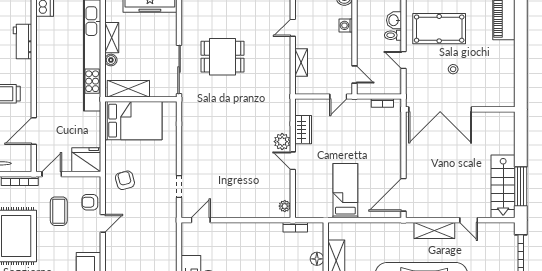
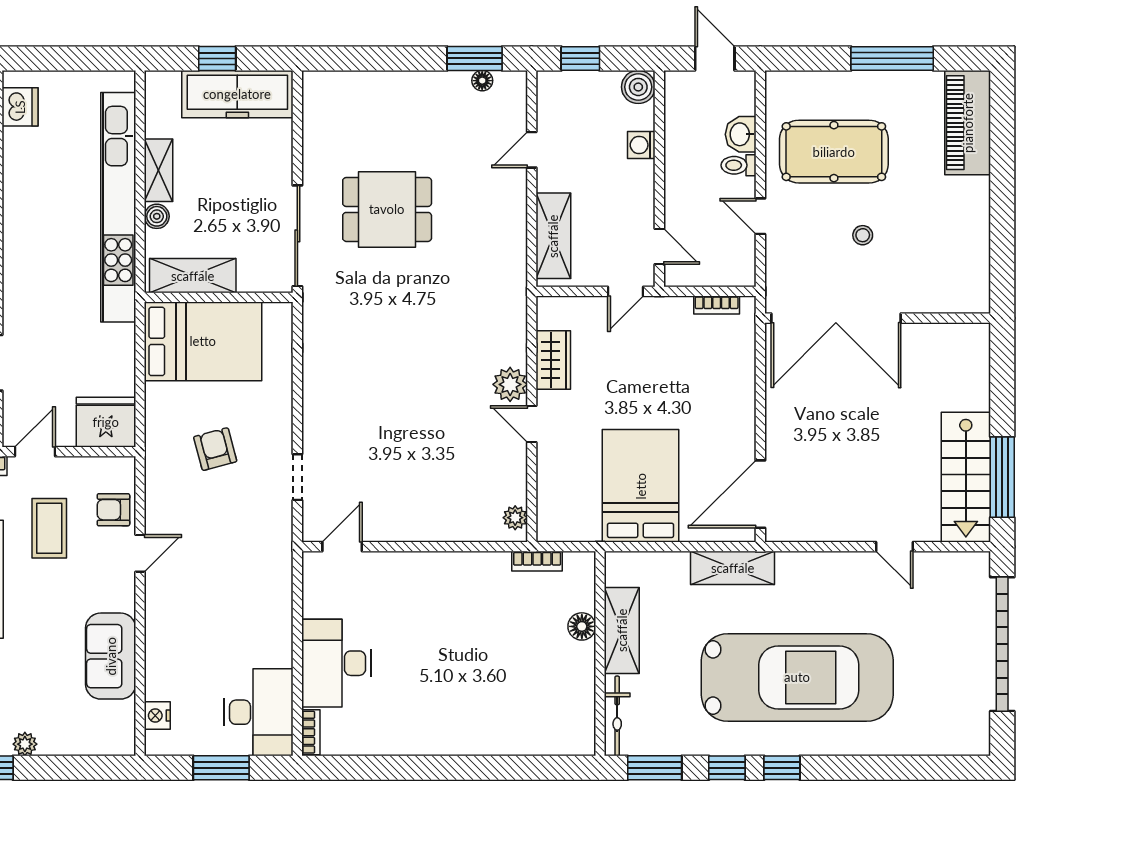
shelving: (301, 62) -> (553, 236), width x1.50, depth x1.33
armchair: (125, 180) -> (215, 449), moved
bed: (345, 191) -> (641, 486), width x1.50
shelving: (434, 230) -> (733, 568), moved

